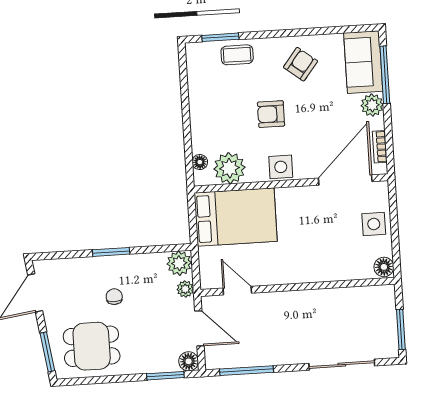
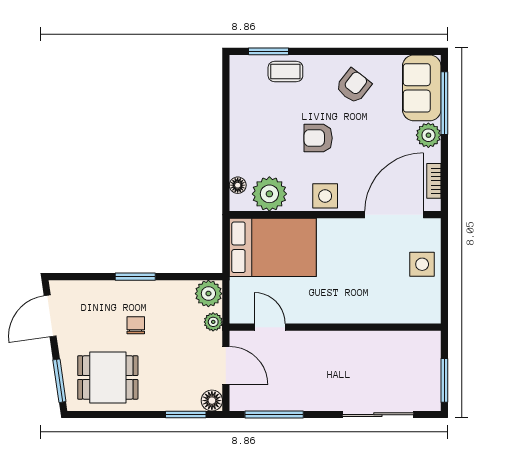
floor lamp: (384, 267) -> (430, 312), removed

